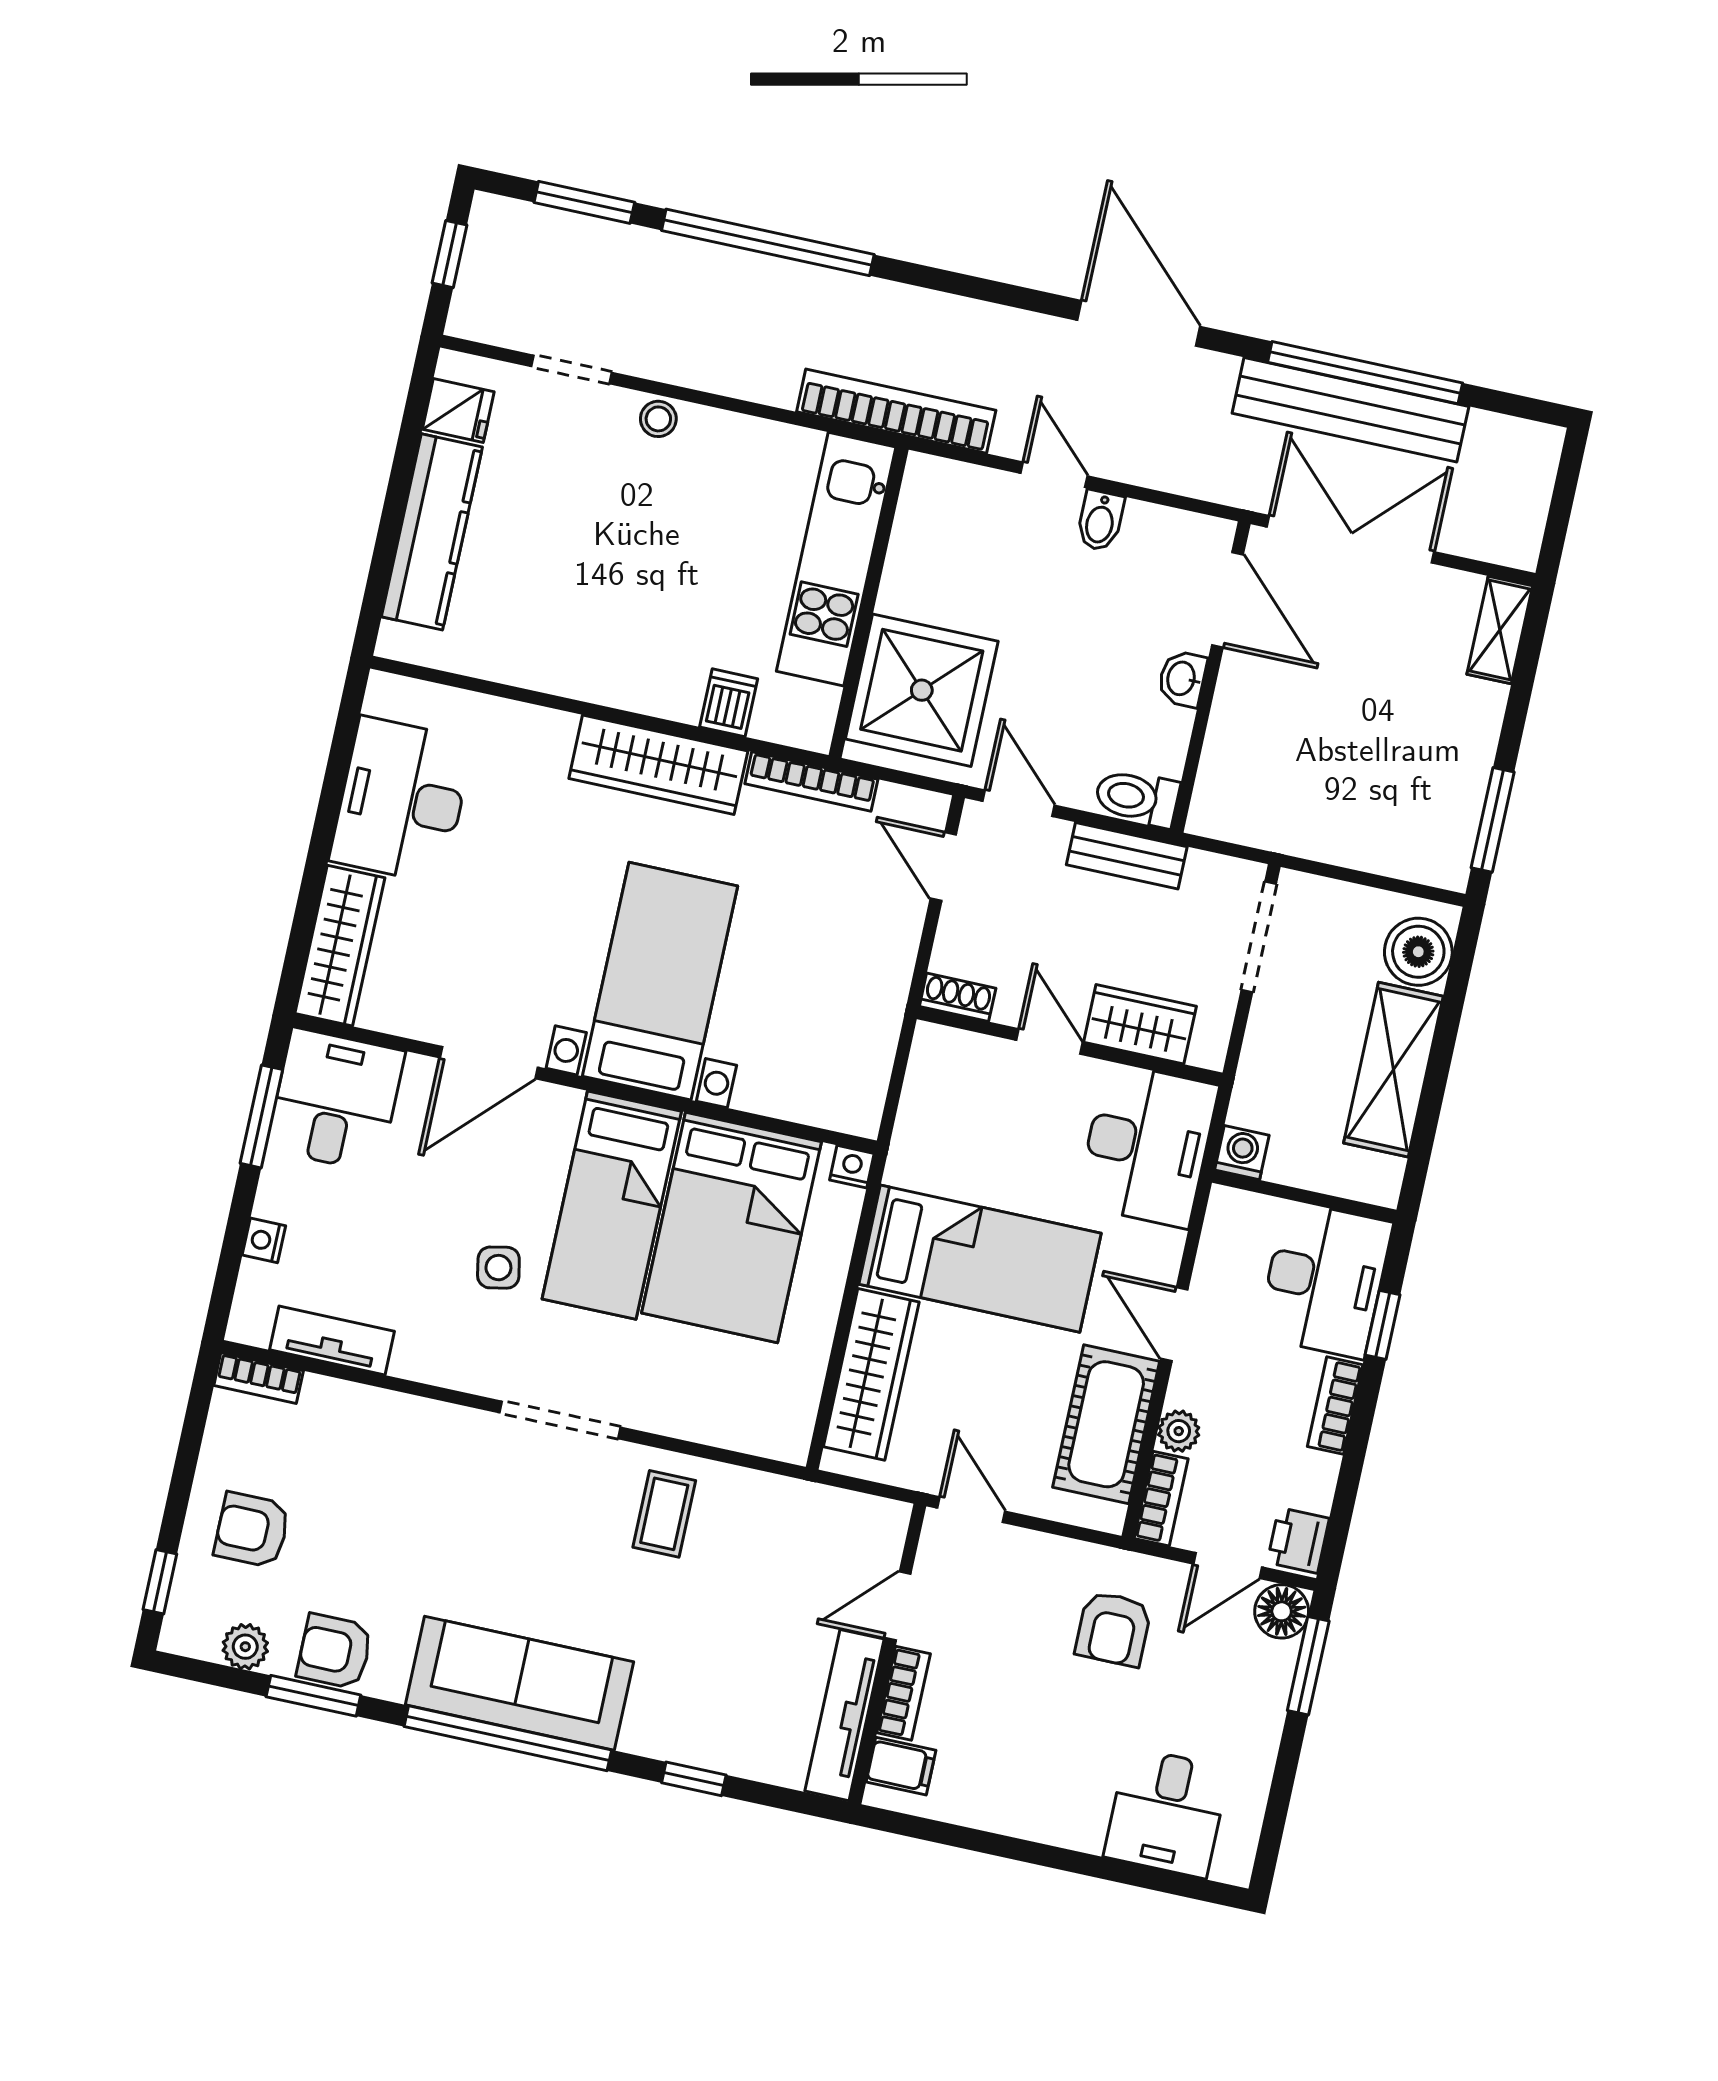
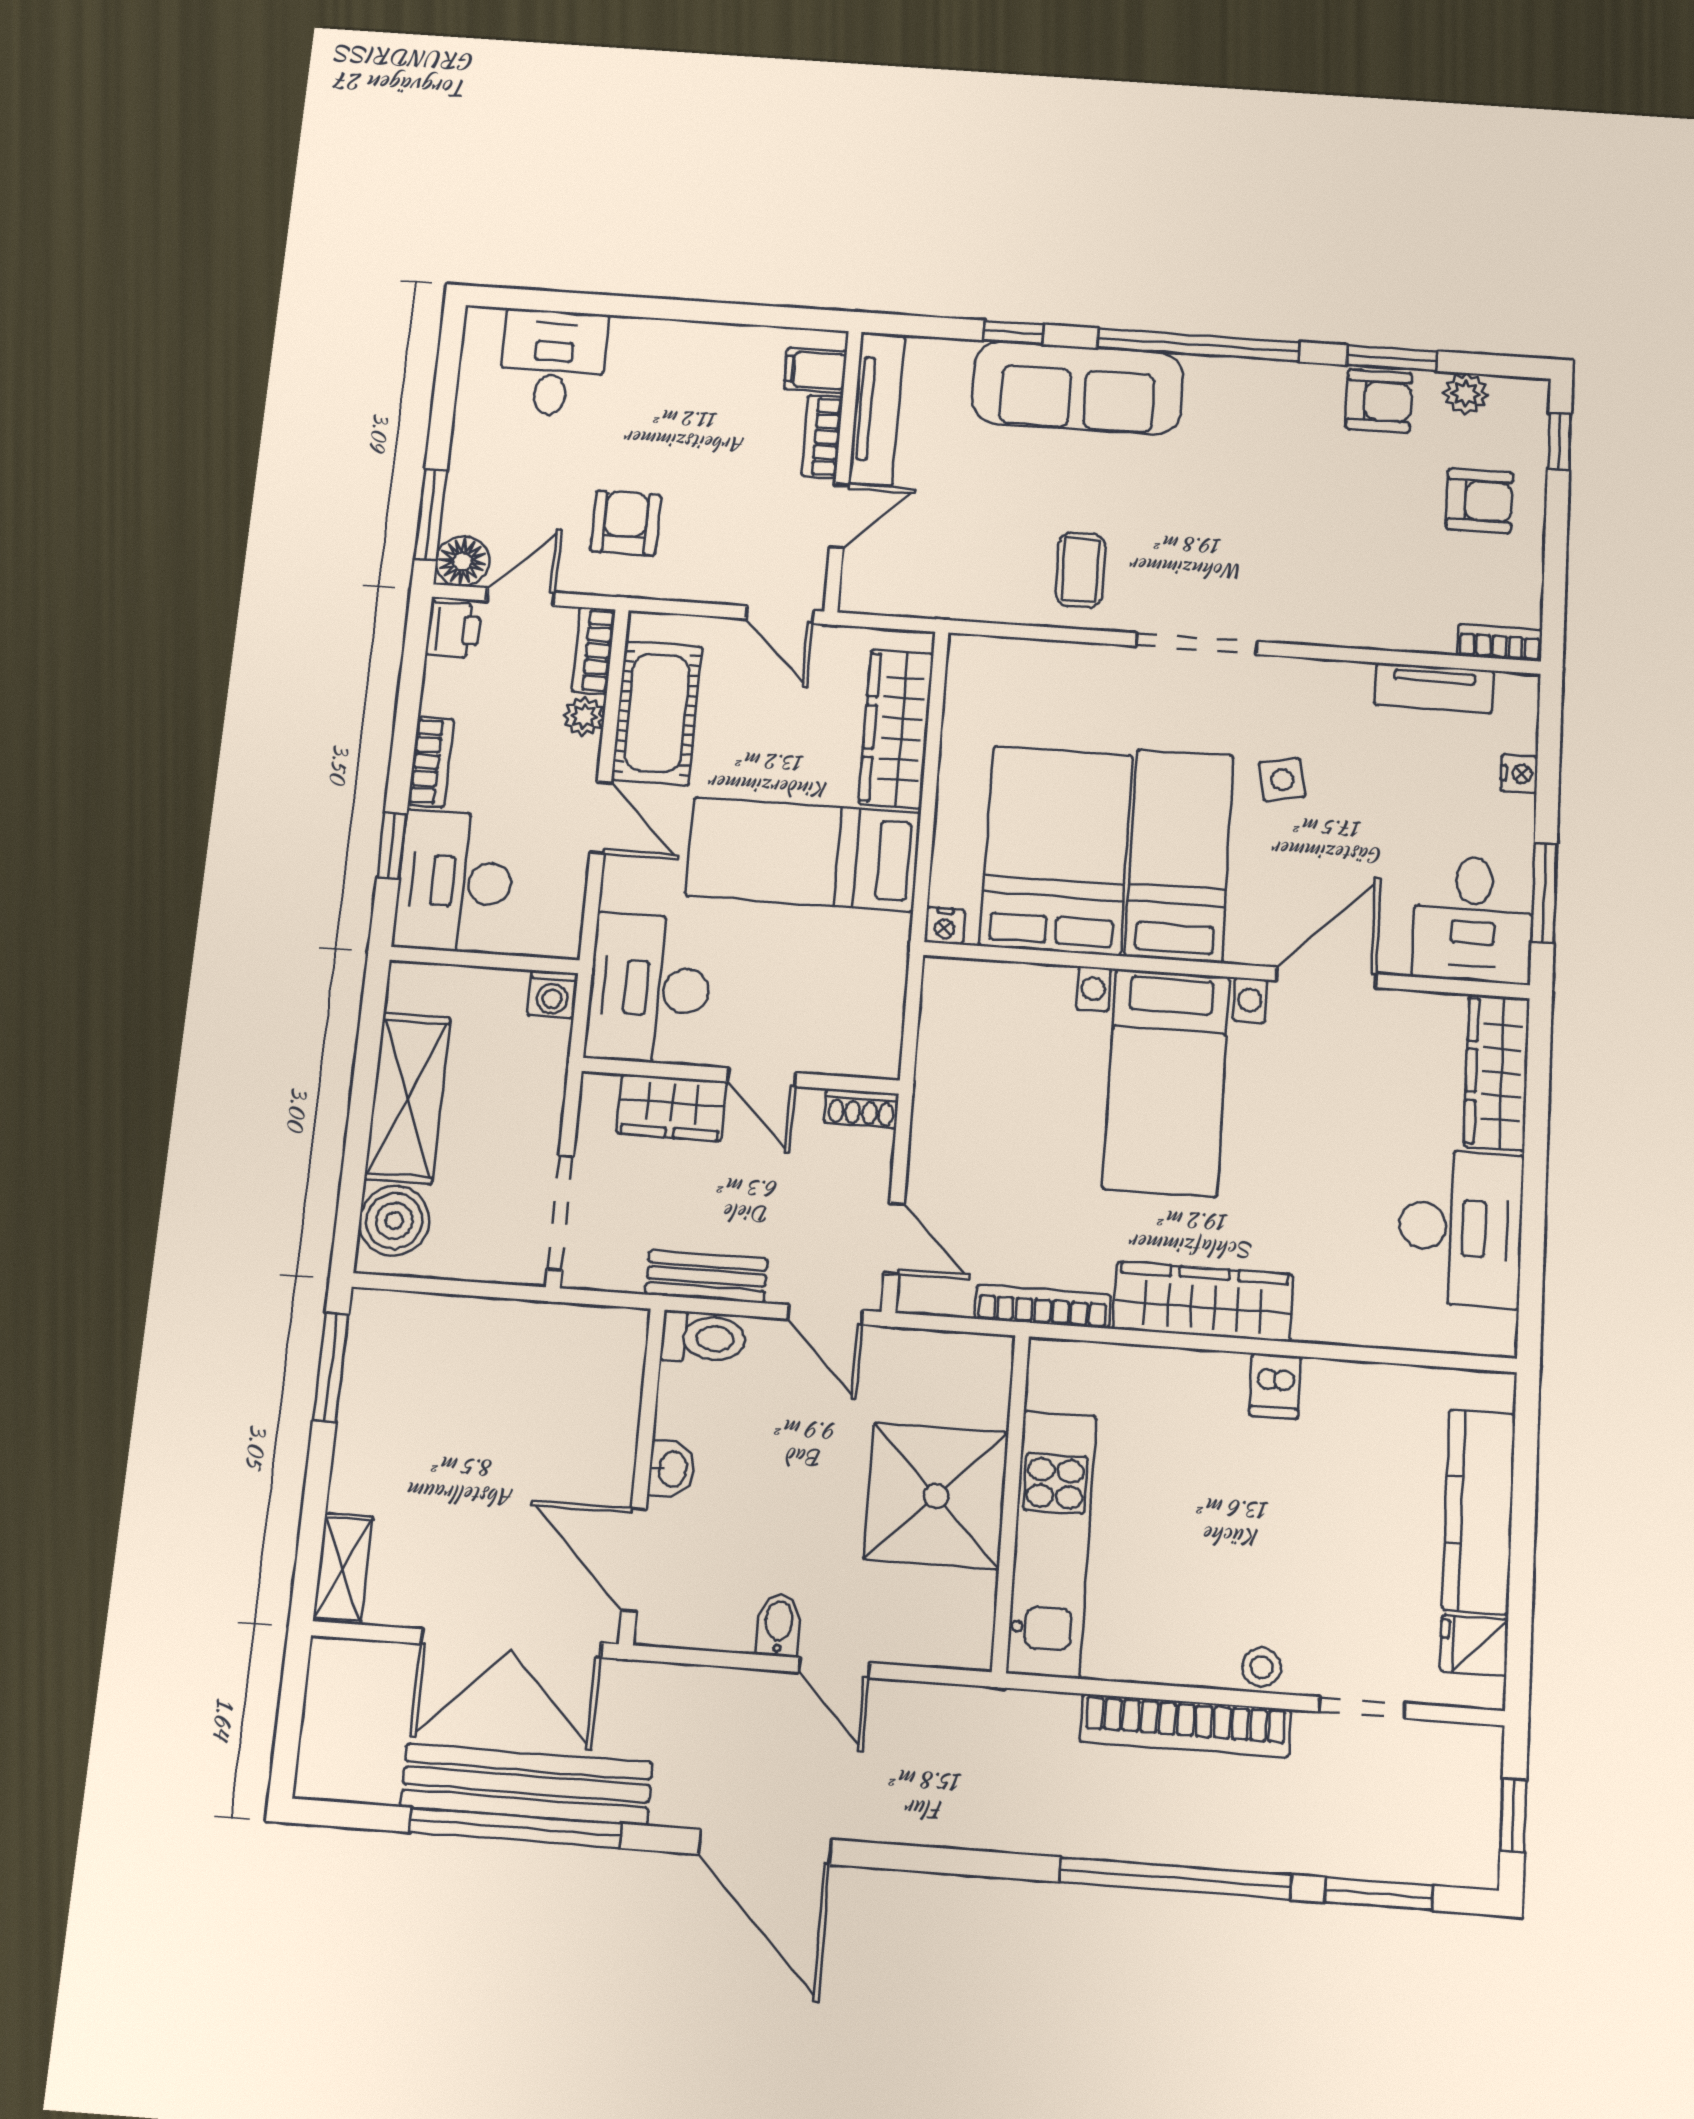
bookcase: (896, 411) -> (1185, 1726), moved
shower: (922, 690) -> (936, 1496), moved
dishwasher: (729, 703) -> (1275, 1386), moved
sofa: (519, 1683) -> (1078, 388), moved

